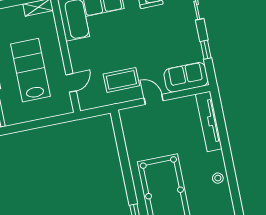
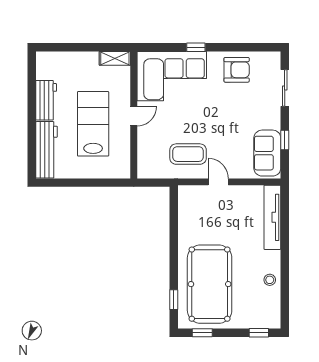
sofa: (186, 77) -> (267, 153), moved, turned -90
door: (71, 83) -> (134, 116), moved

